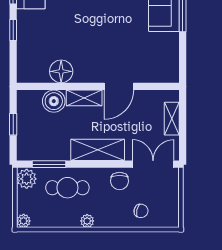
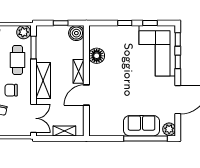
door: (119, 86) -> (86, 95), hinge flipped
boiler: (54, 101) -> (76, 33), moved
chair: (120, 181) -> (11, 90), moved

